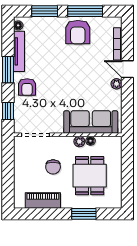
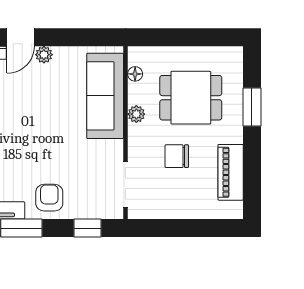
armchair: (27, 87) -> (49, 198), turned -90
floor lamp: (90, 141) -> (135, 74), moved
chair: (53, 167) -> (177, 156), turned 180

